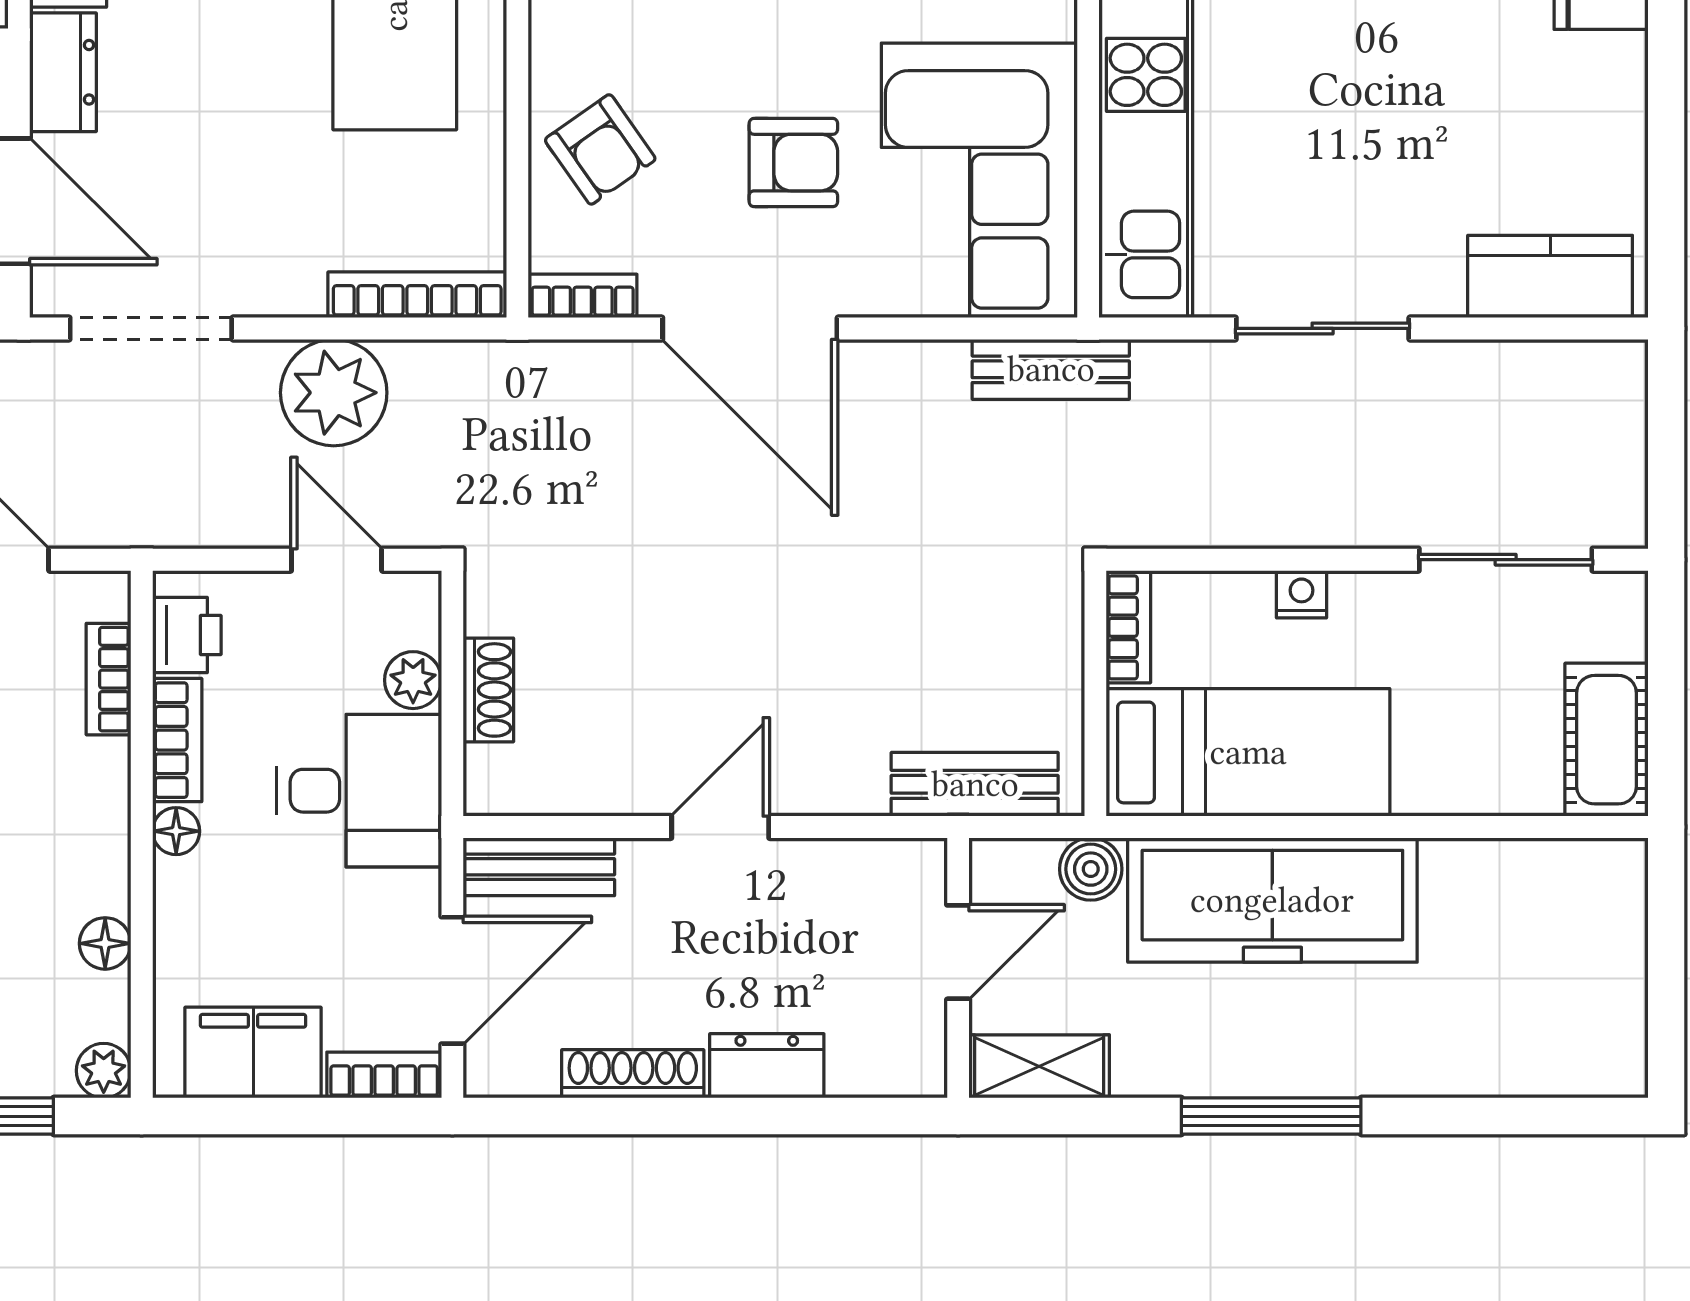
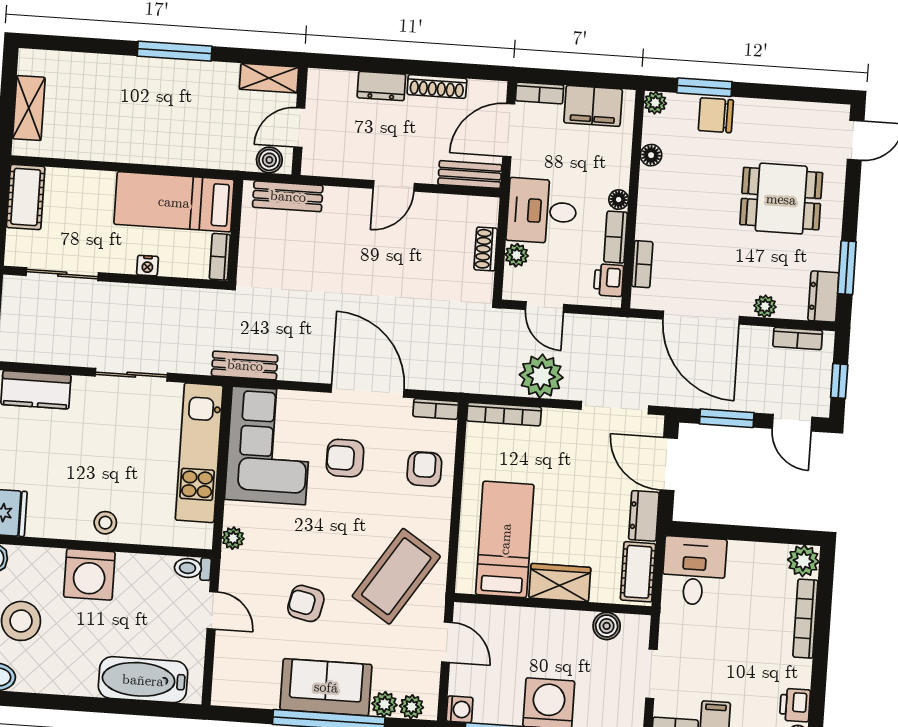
armchair: (600, 149) -> (424, 469), turned 35
boiler: (1091, 869) -> (269, 160), moved
freezer: (1272, 900) -> (168, 140), removed
shelving: (1614, 955) -> (29, 108), added

